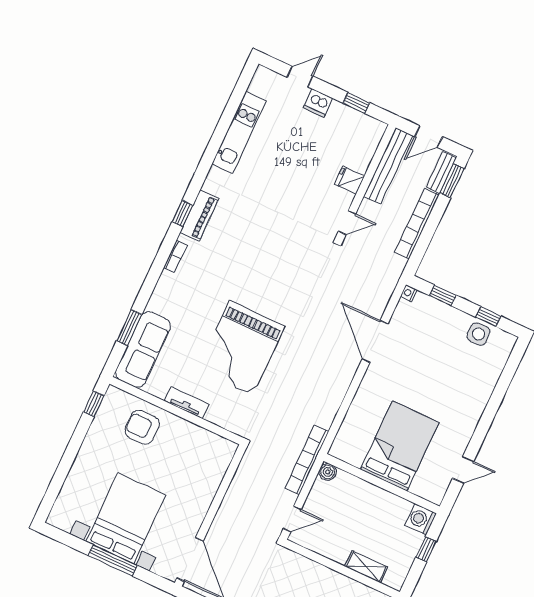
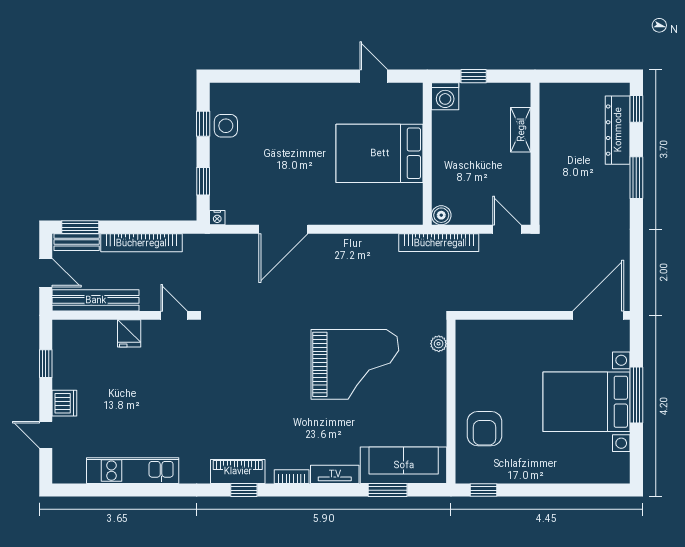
tv unit: (187, 403) -> (335, 474), moved, turned 90
plant: (227, 422) -> (439, 344), added

